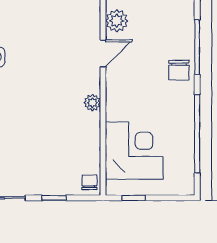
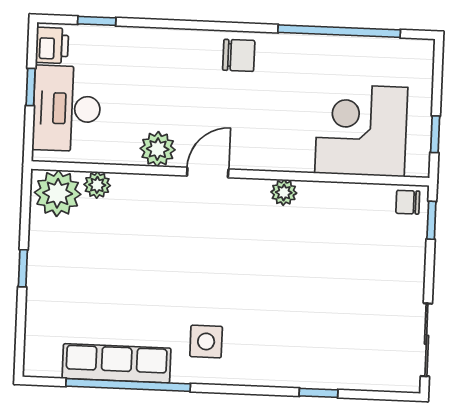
window: (197, 47) -> (204, 25), removed
door: (103, 53) -> (208, 173), hinge flipped
window: (54, 198) -> (431, 220), moved

